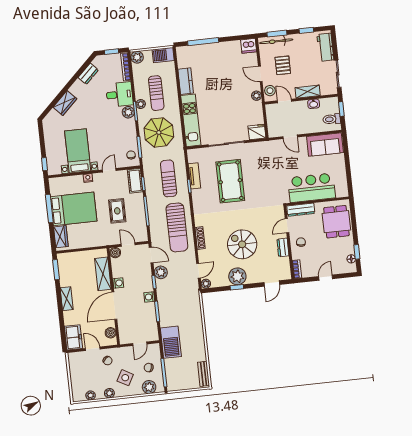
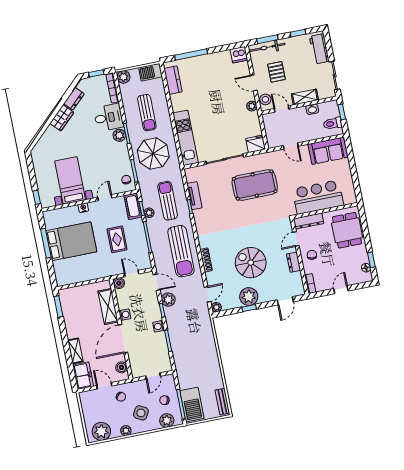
kitchen counter: (186, 81) -> (173, 80), moved
wardrobe: (65, 103) -> (62, 118), moved
plant: (141, 104) -> (149, 213), moved
pool table: (230, 181) -> (255, 185), moved, turned 90
wardrobe: (61, 237) -> (61, 272), removed
shelving: (67, 299) -> (75, 351), moved
barbecue: (171, 342) -> (192, 405), moved
plant: (91, 395) -> (101, 431), width x1.88, depth x1.88

